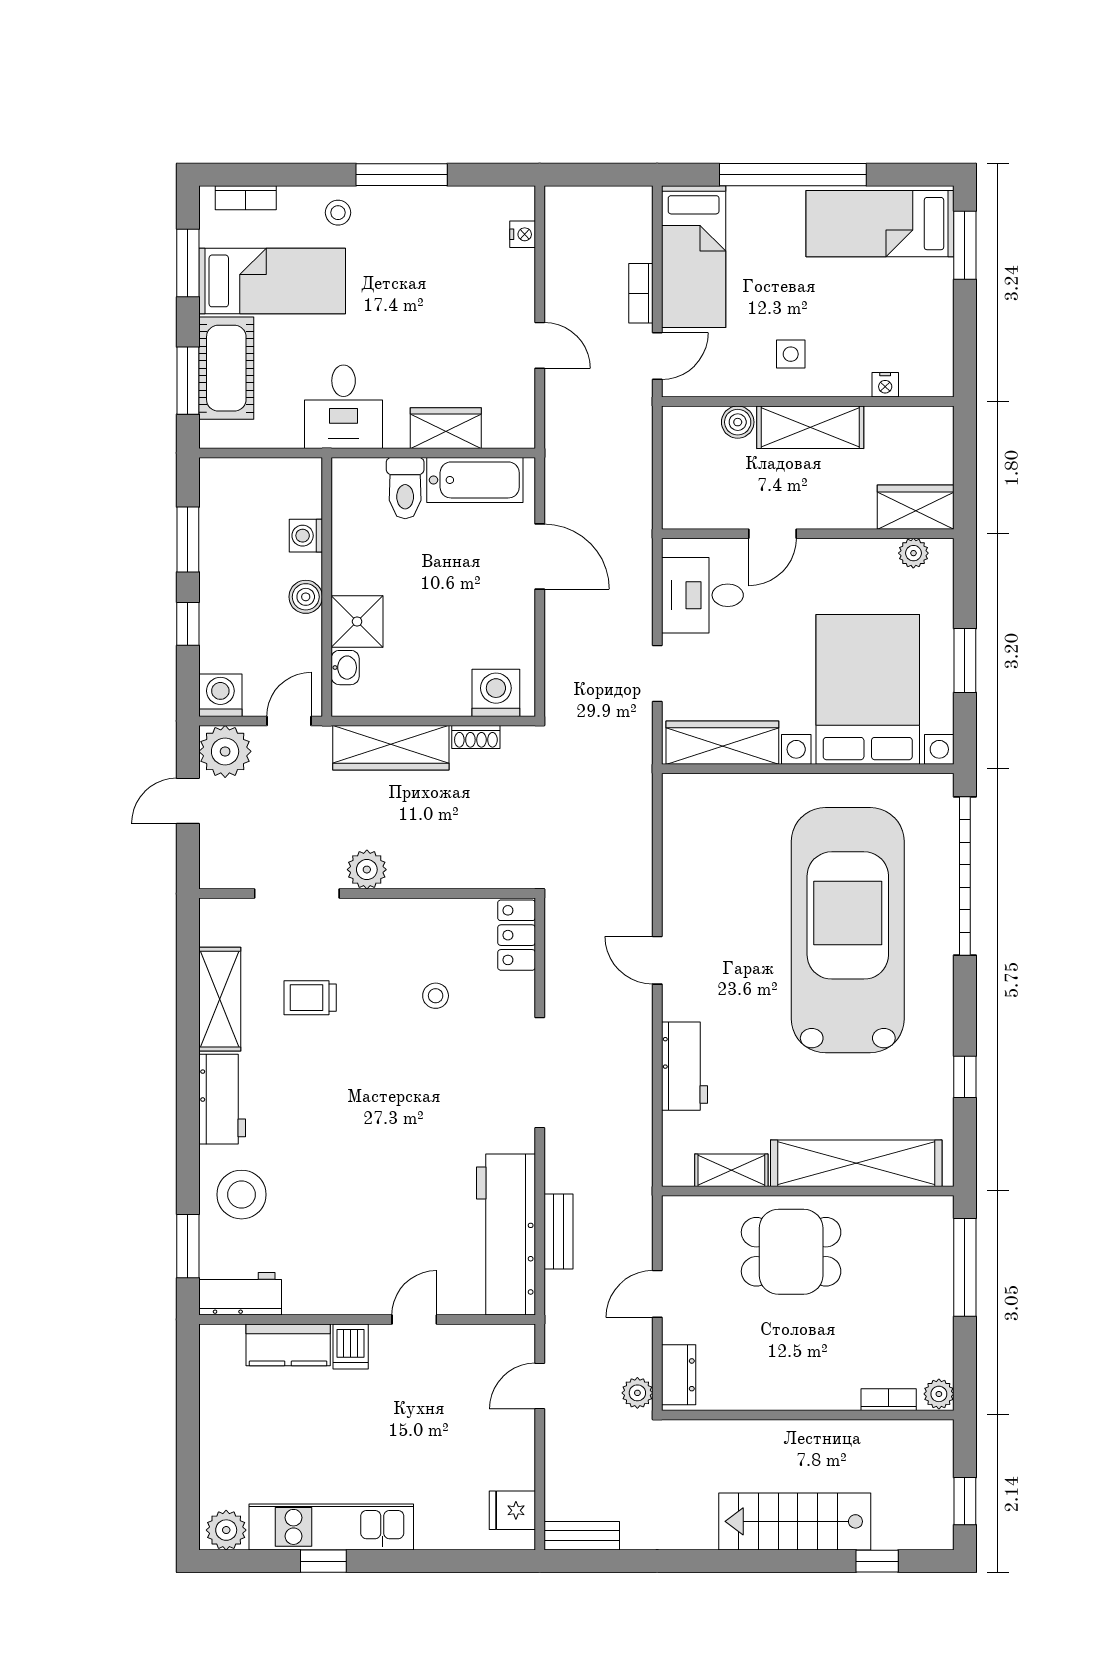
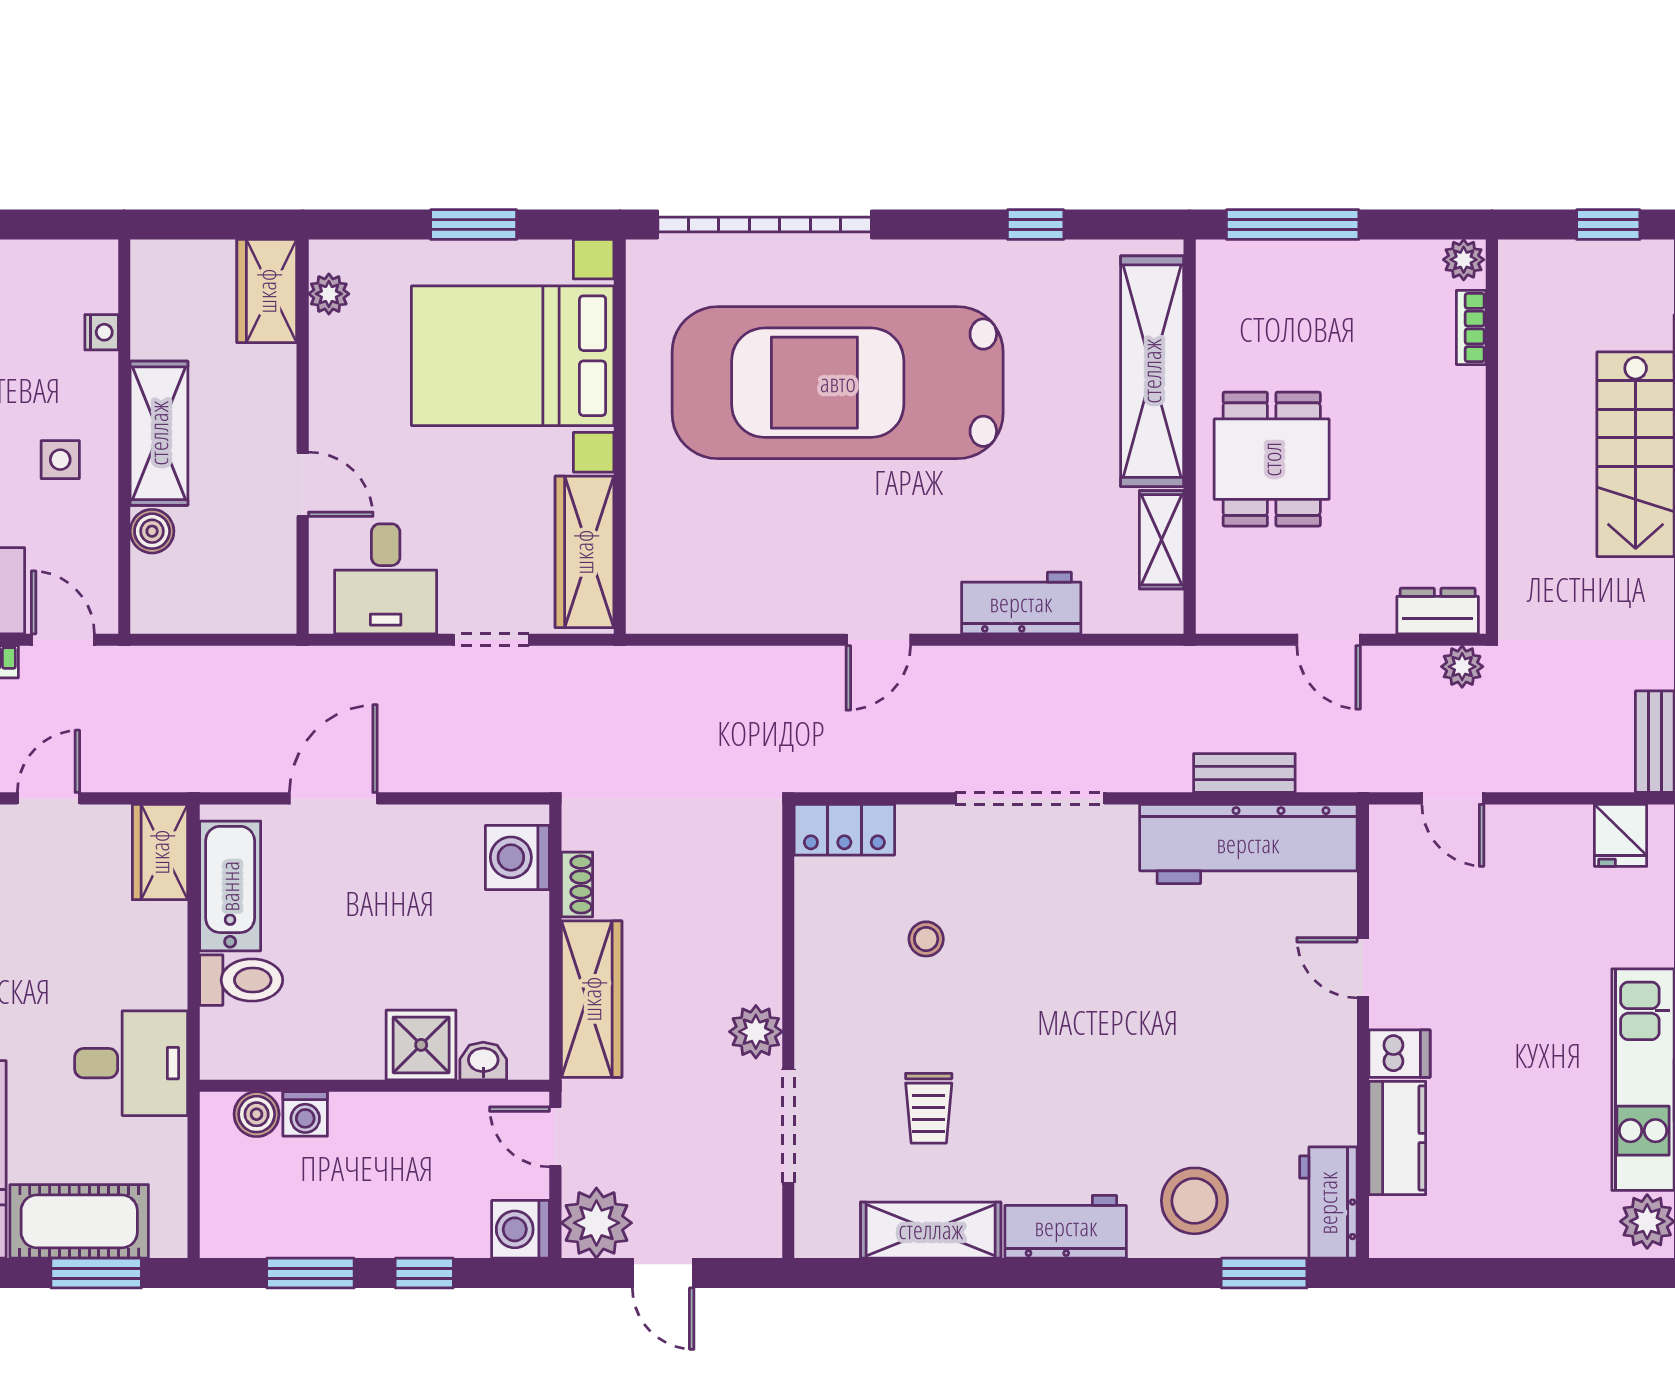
wardrobe: (446, 428) -> (160, 852), moved
boiler: (306, 597) -> (257, 1114), moved

